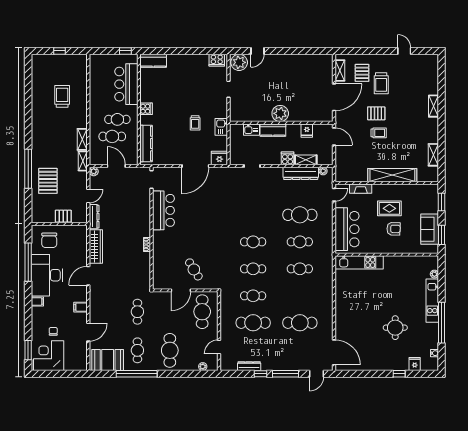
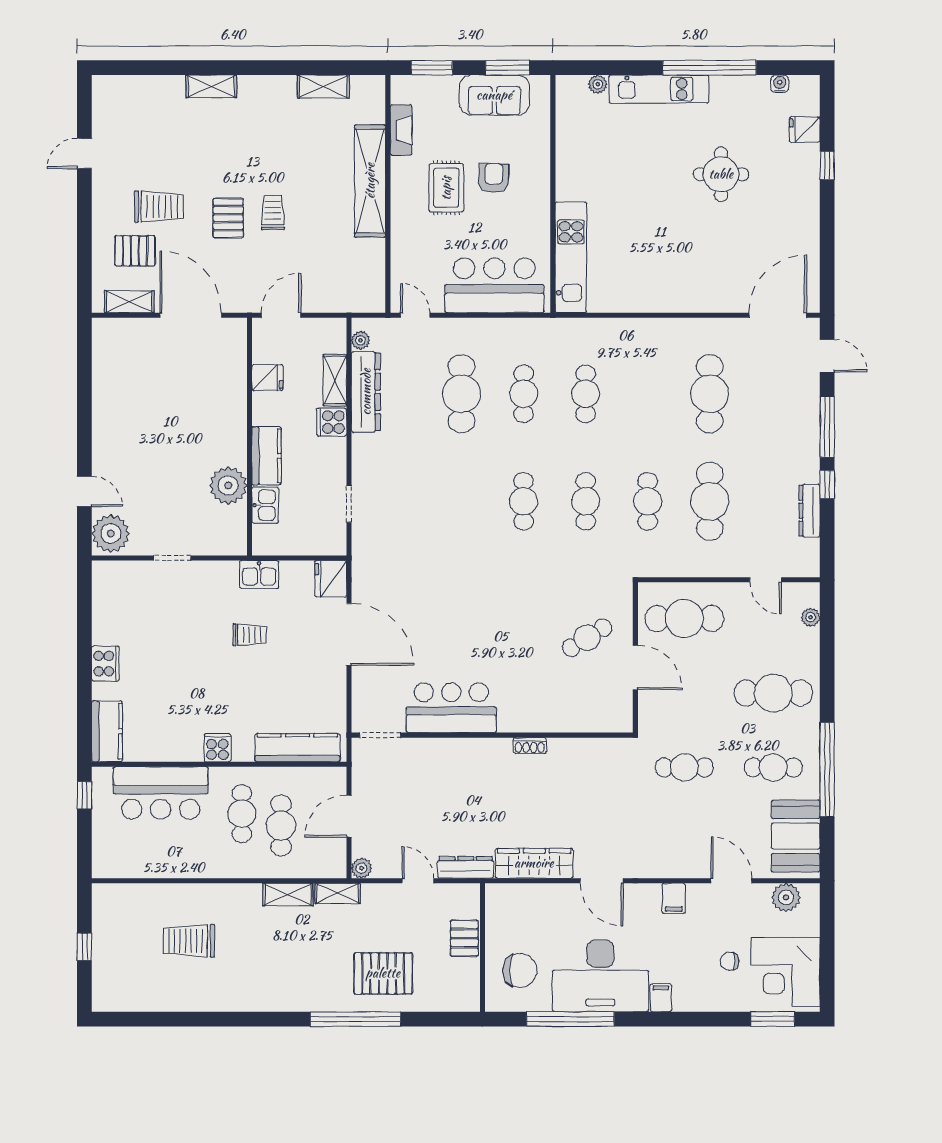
cooker: (217, 60) -> (105, 664), moved
plant: (280, 113) -> (228, 486), moved
fireplace: (361, 189) -> (401, 130), moved
plant: (81, 356) -> (786, 897), added

